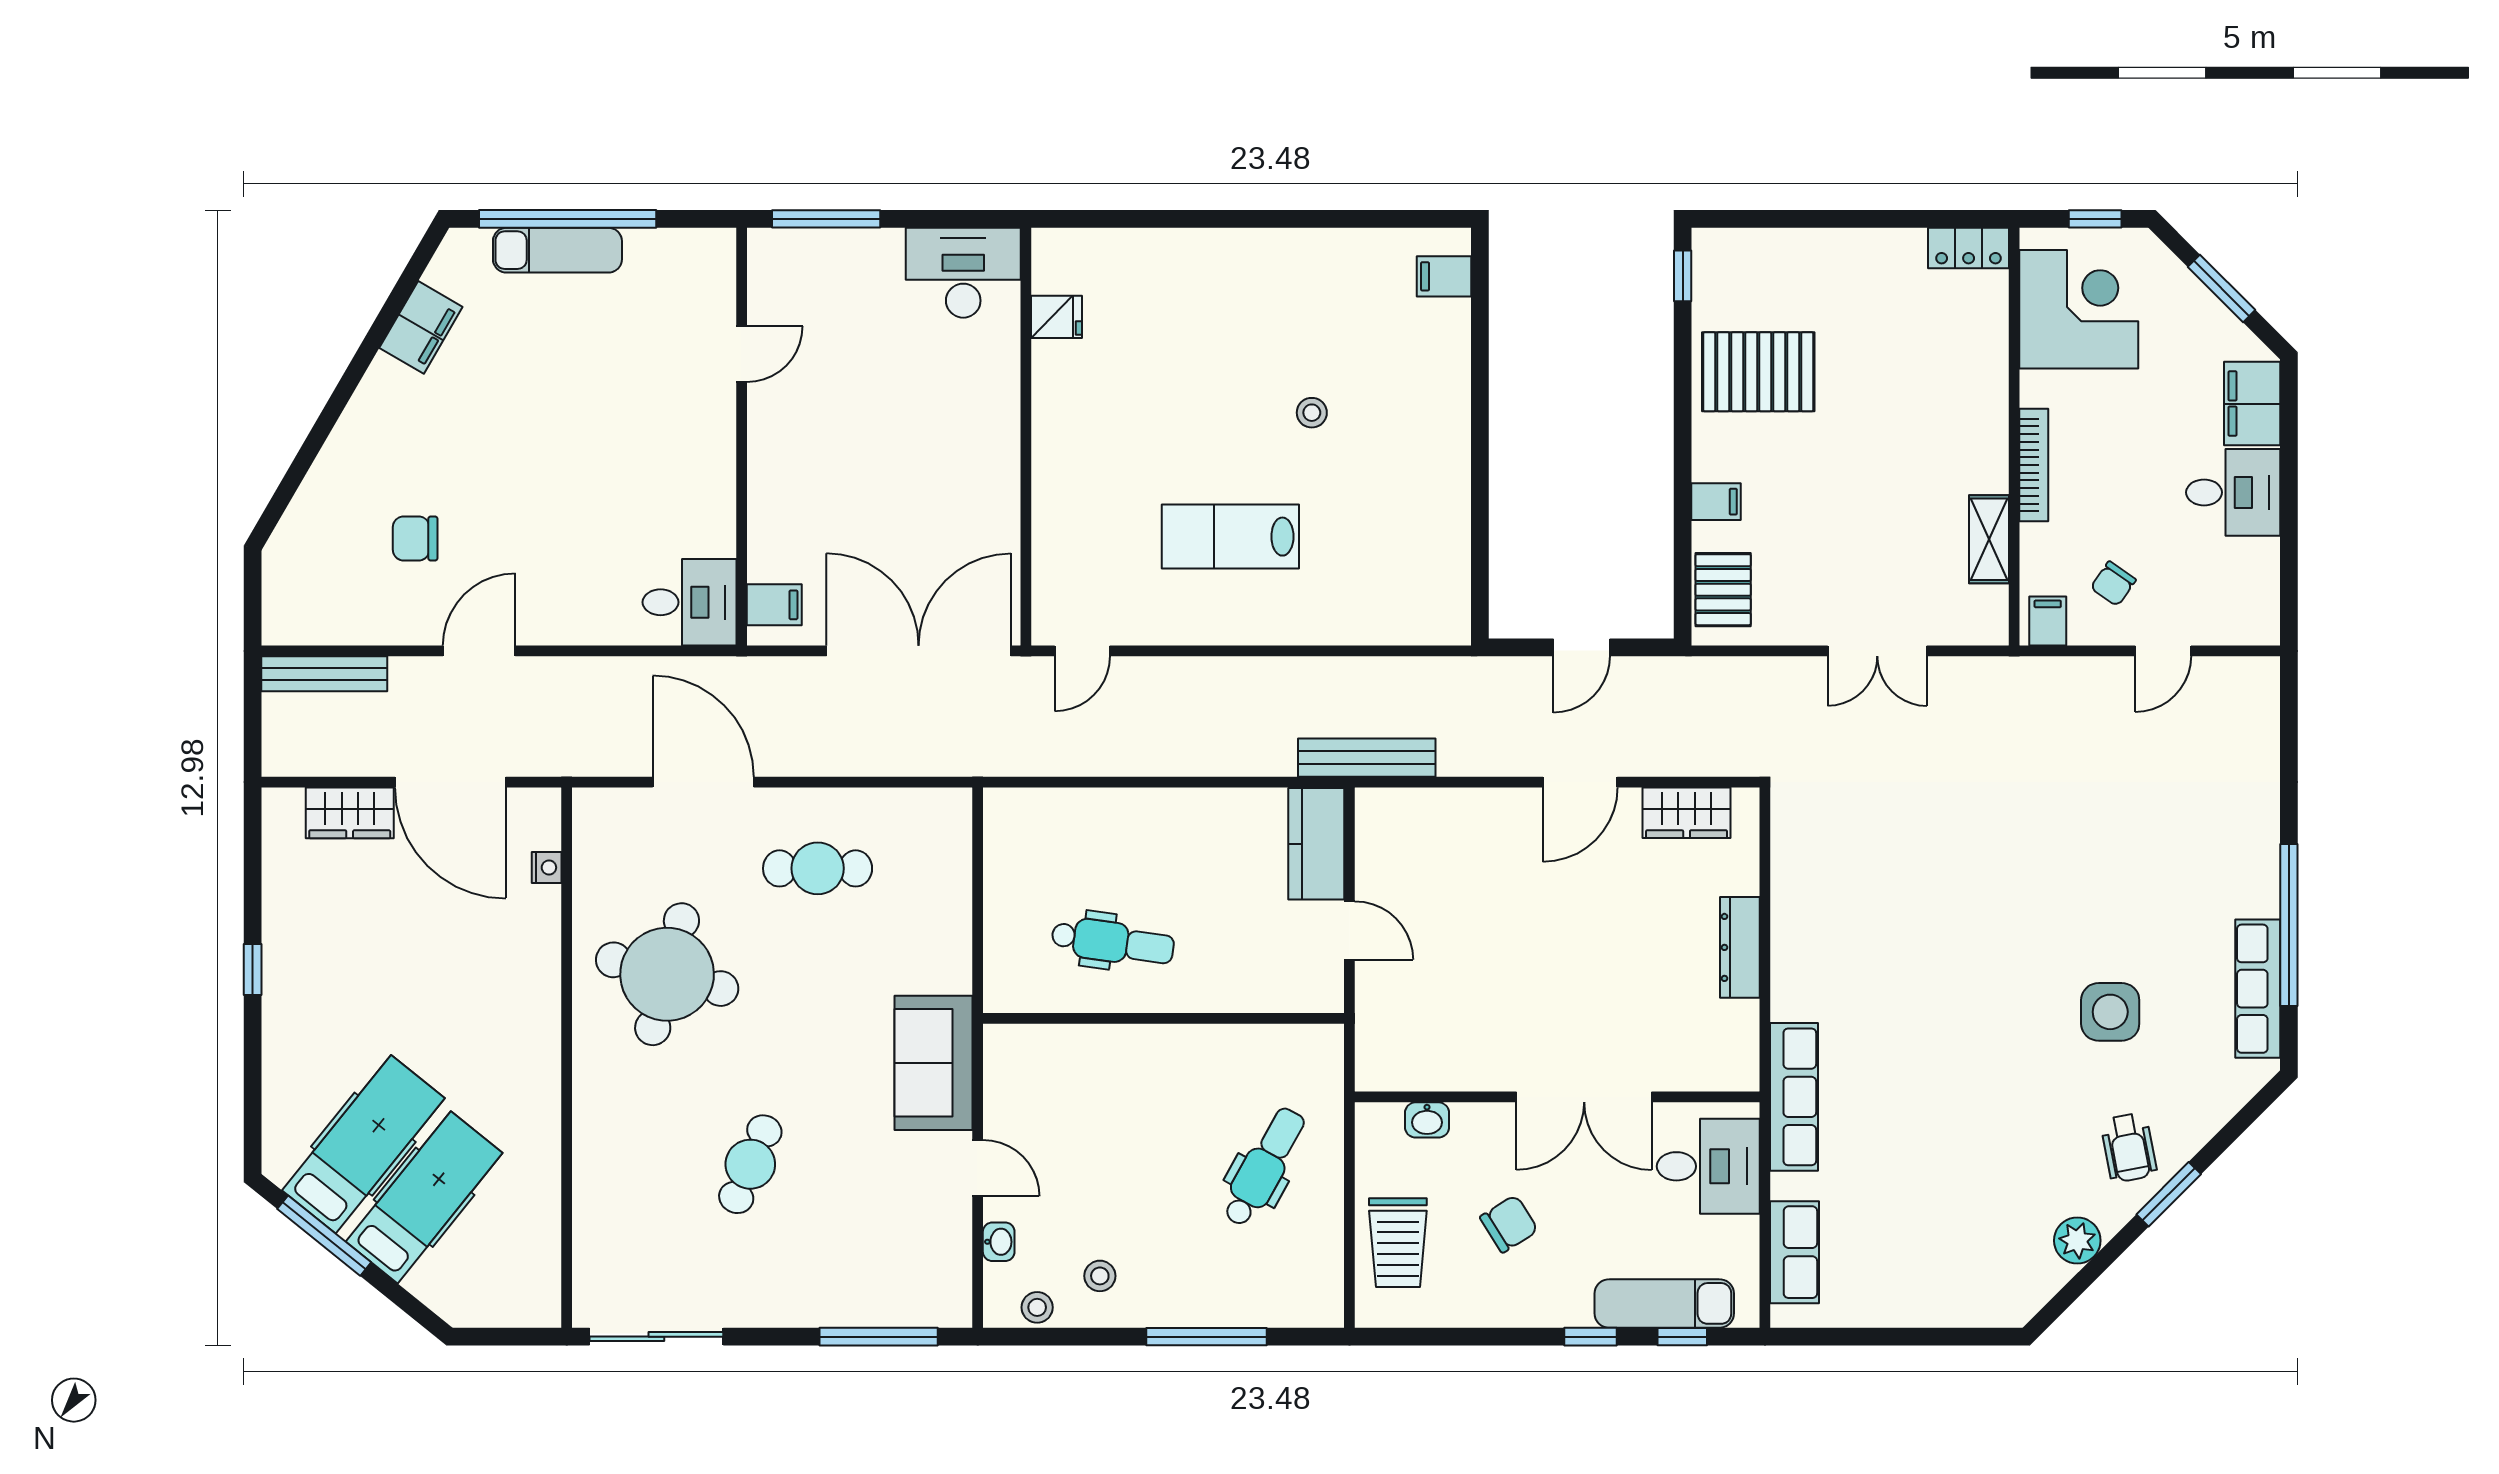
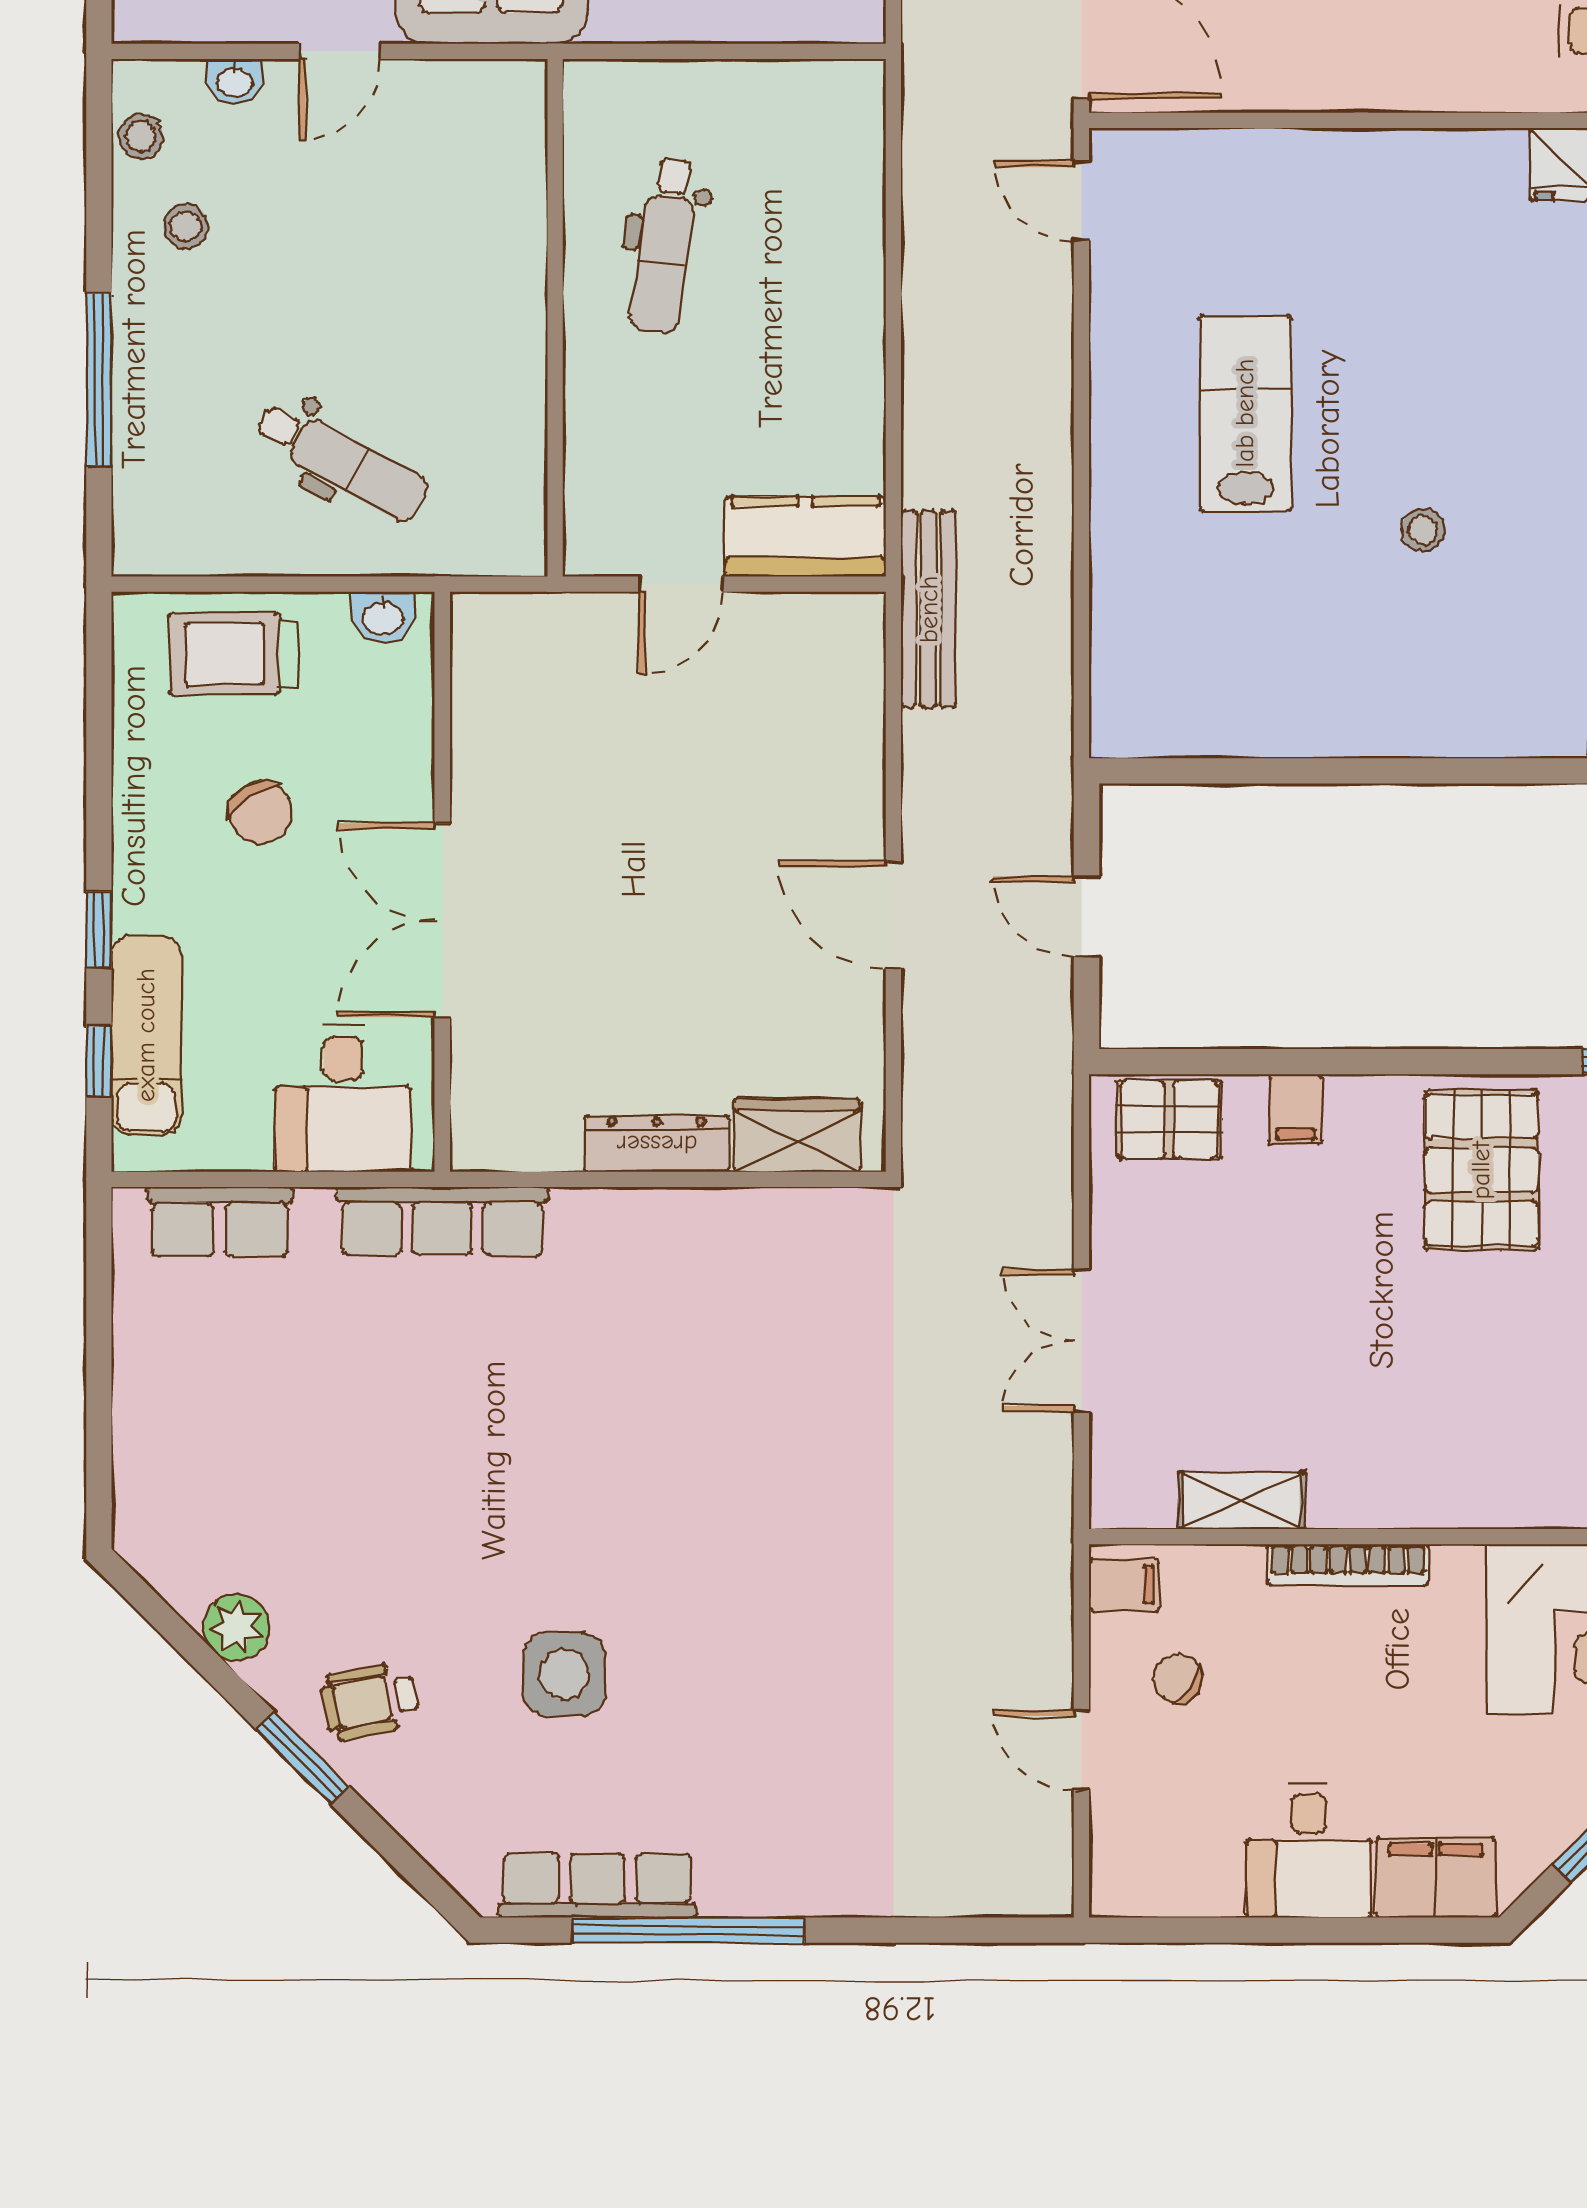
wardrobe: (1687, 813) -> (797, 1135), moved, turned 90
washbasin: (1427, 1120) -> (383, 617), moved, turned -90

